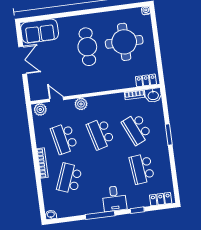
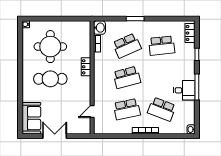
locker: (146, 80) -> (86, 67), moved
plant: (81, 104) -> (99, 91), removed
plant: (40, 109) -> (99, 127), removed
desk: (114, 199) -> (184, 90), moved

